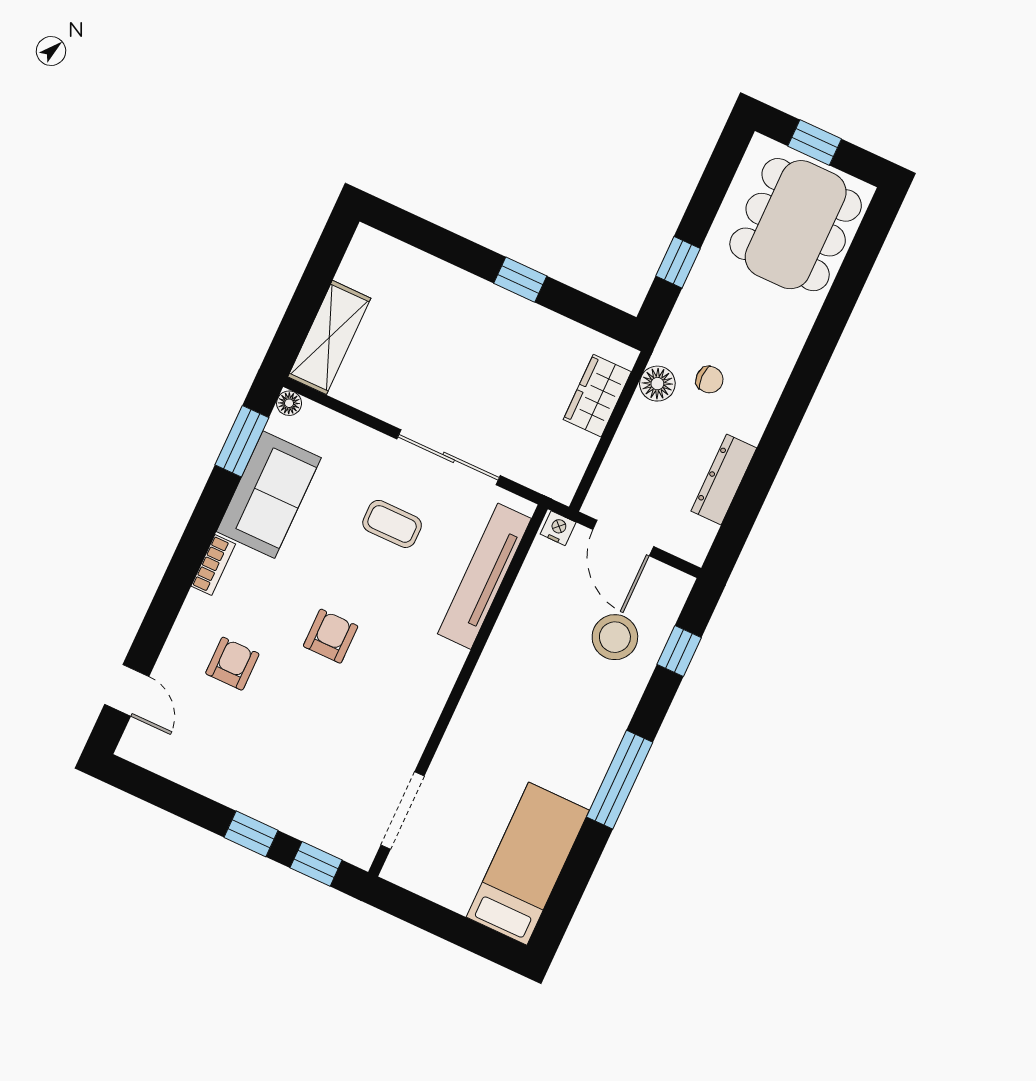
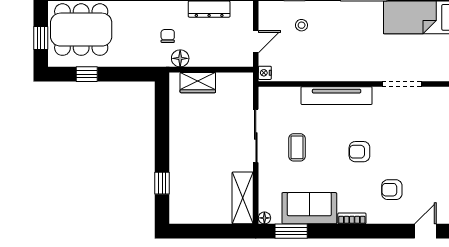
window: (678, 262) -> (87, 74), moved
window: (520, 280) -> (162, 183), moved
shelving: (329, 337) -> (243, 198), moved, turned 90
door: (623, 538) -> (256, 42), width x0.73
tv unit: (484, 576) -> (337, 96), moved
stool: (615, 637) -> (302, 25), width x0.53, depth x0.53
doorway: (402, 811) -> (402, 84), moved

